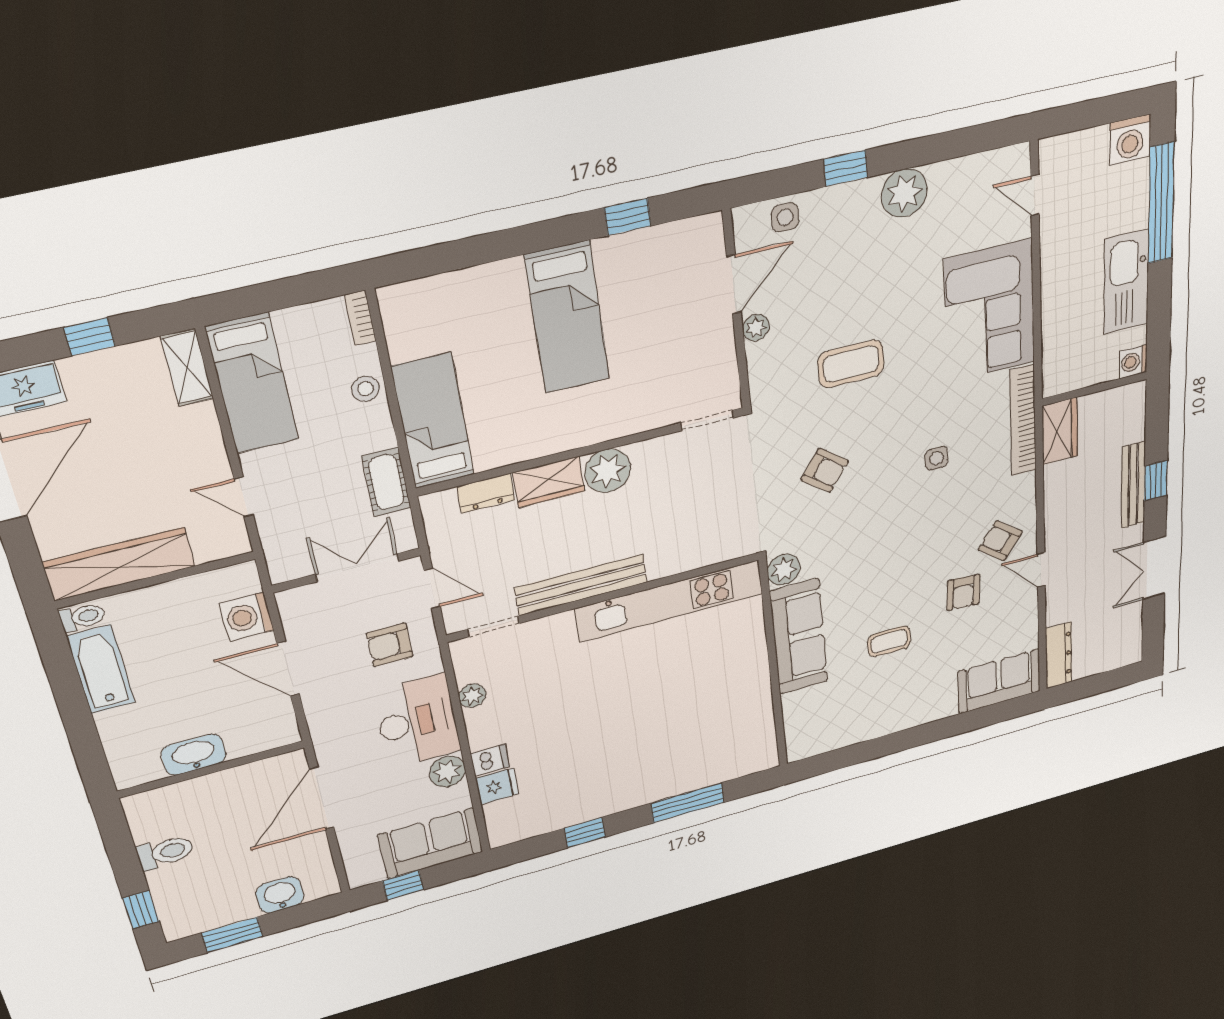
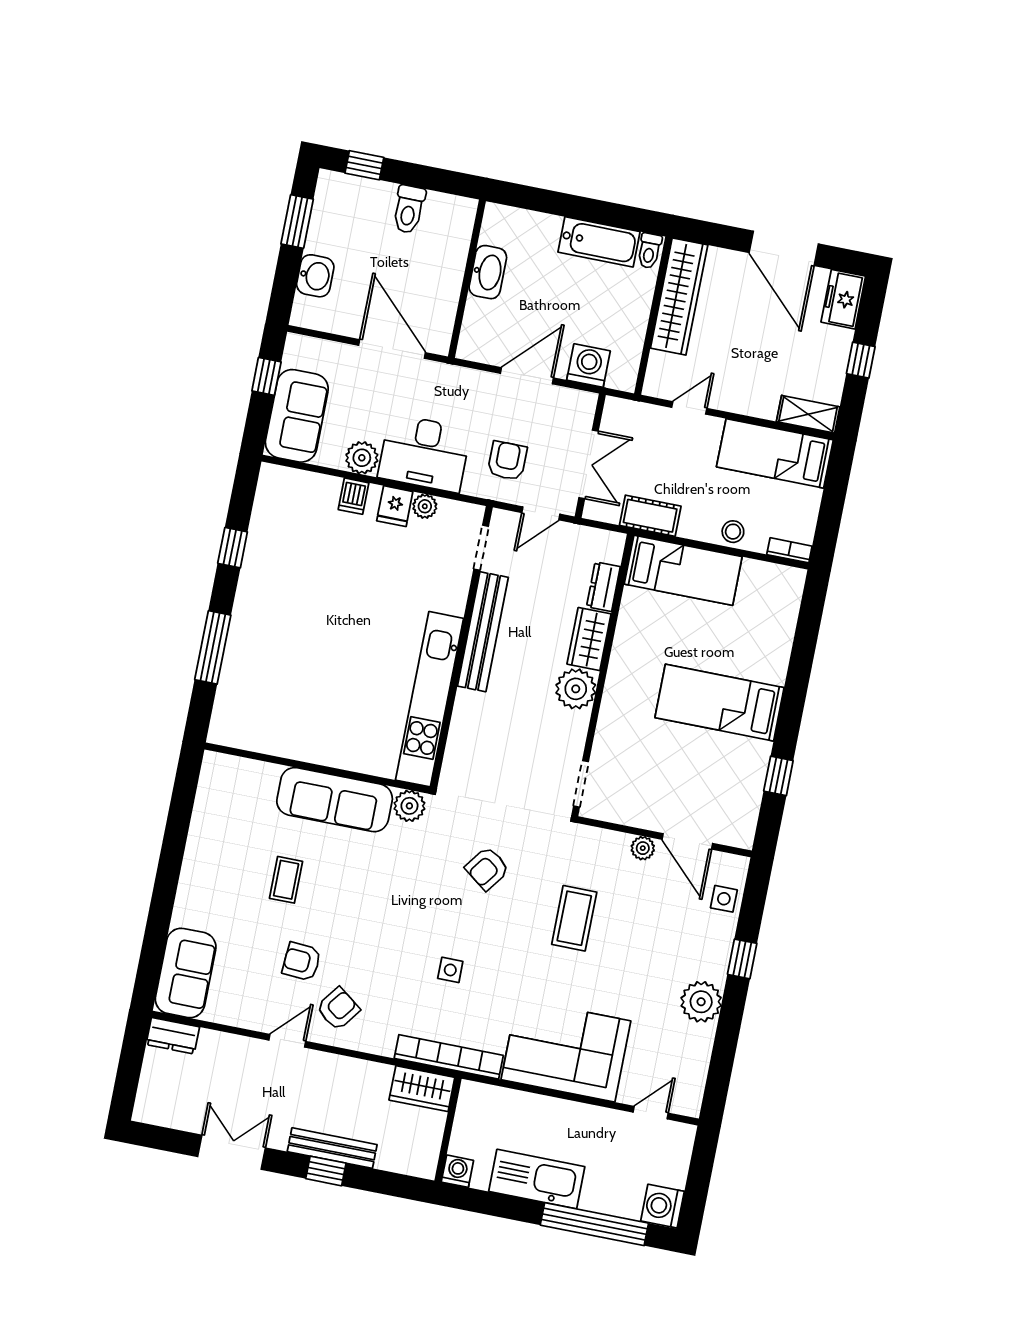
dresser: (1059, 655) -> (173, 1036), width x0.70
fridge: (497, 786) -> (395, 506), moved

